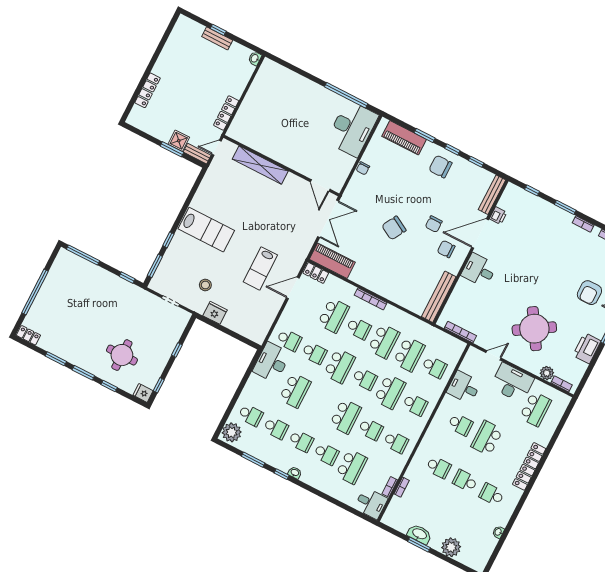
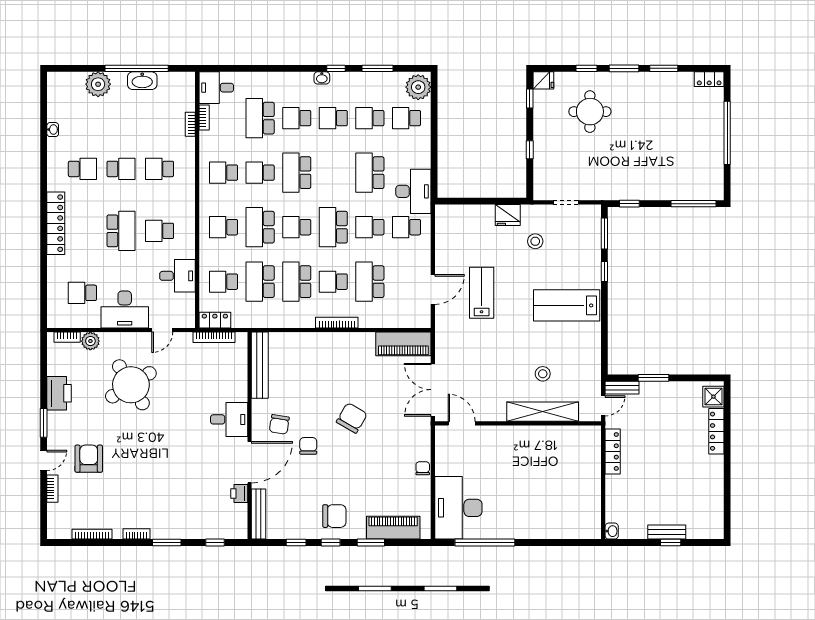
shower: (179, 141) -> (713, 397), moved
stool: (247, 191) -> (543, 374), added
chair: (446, 249) -> (279, 424), turned 99
locker: (316, 273) -> (215, 320), moved
school desk: (535, 409) -> (82, 293), width x0.54
window: (419, 545) -> (137, 68), width x2.11

